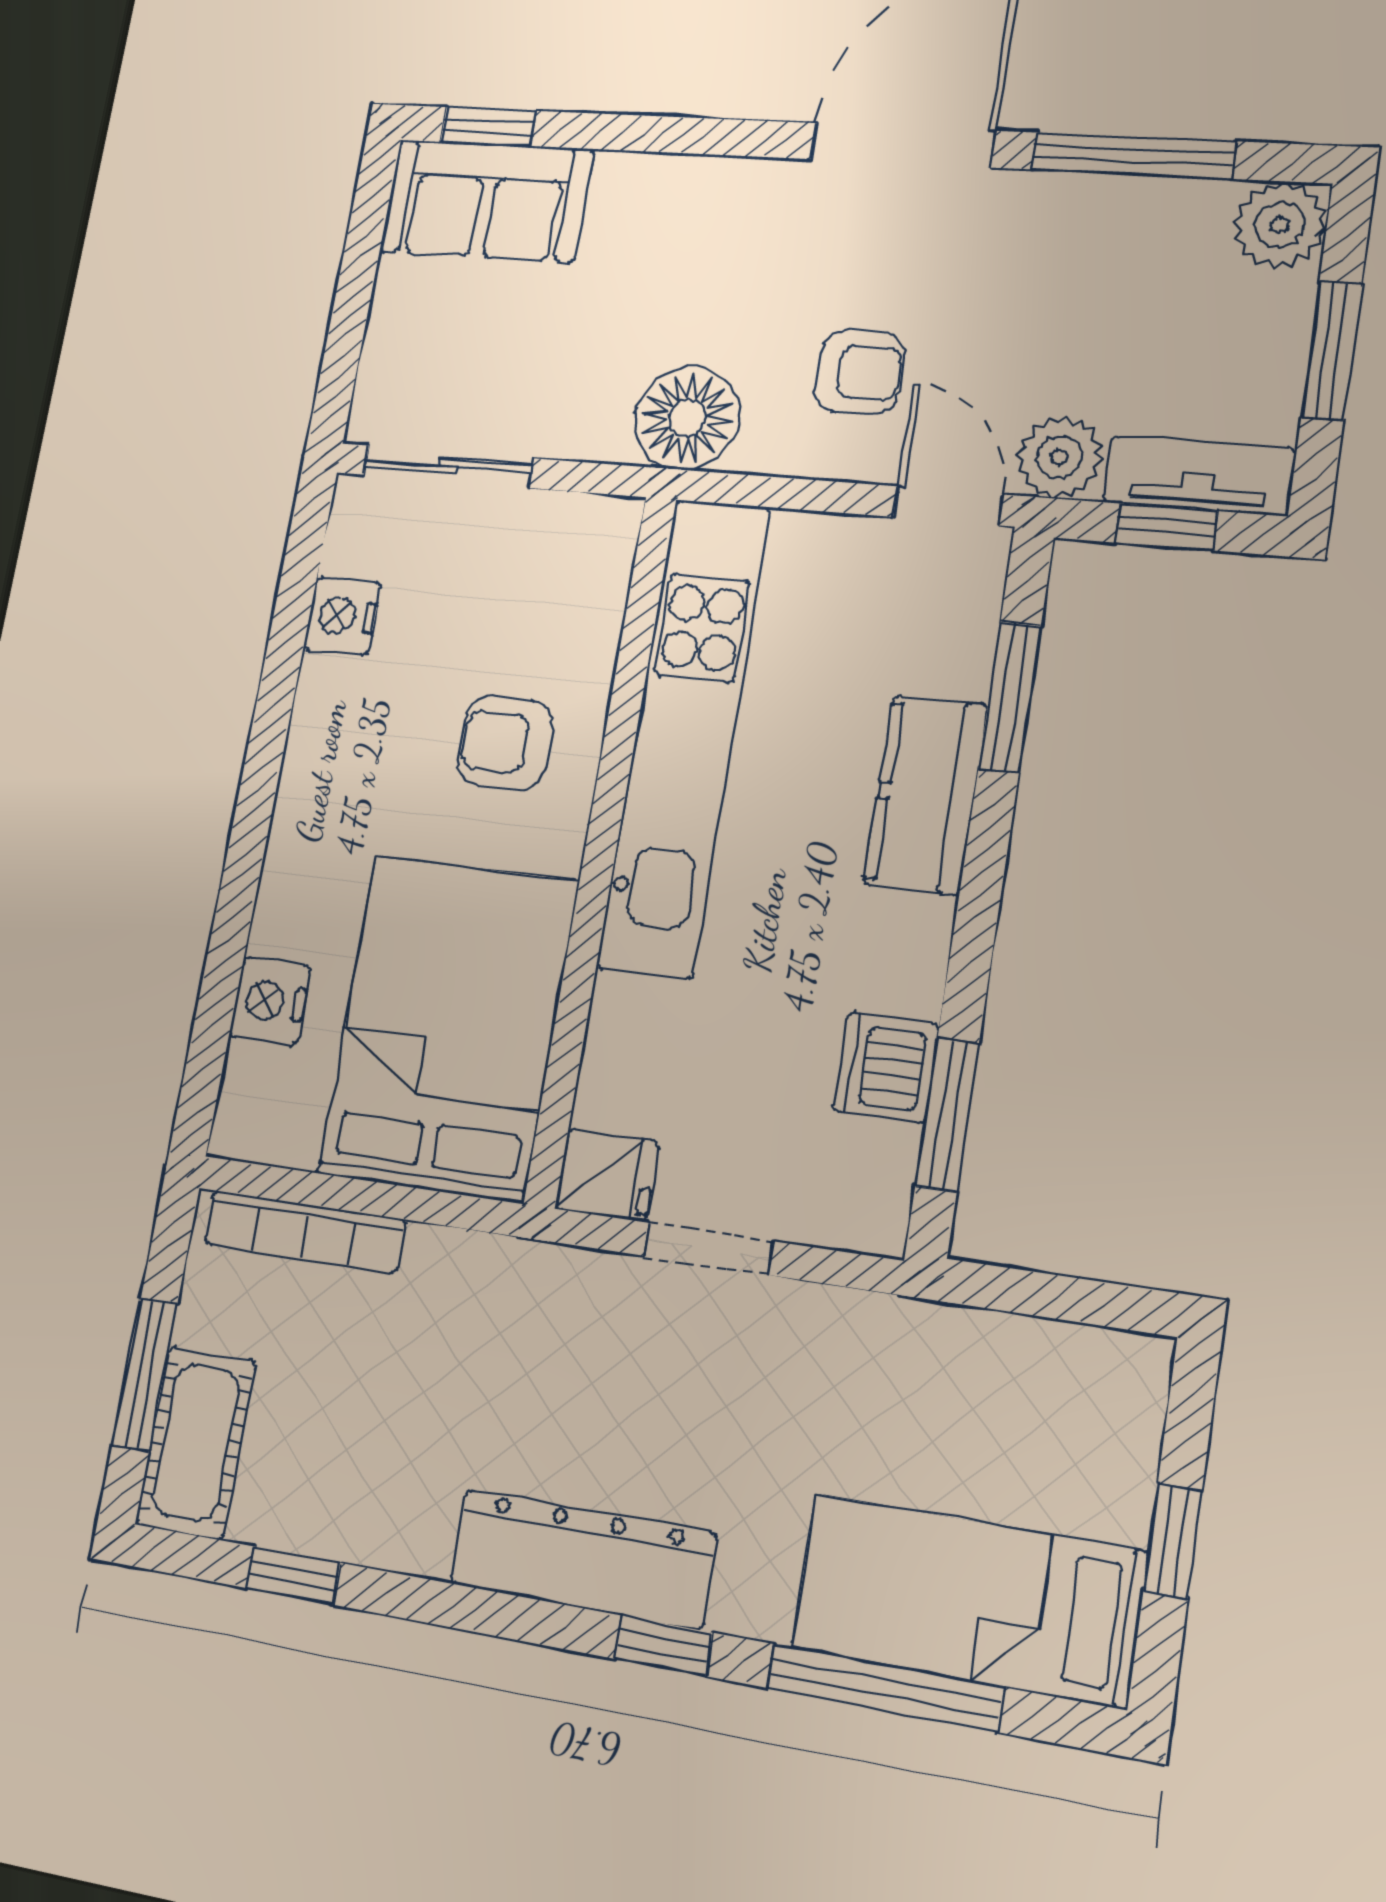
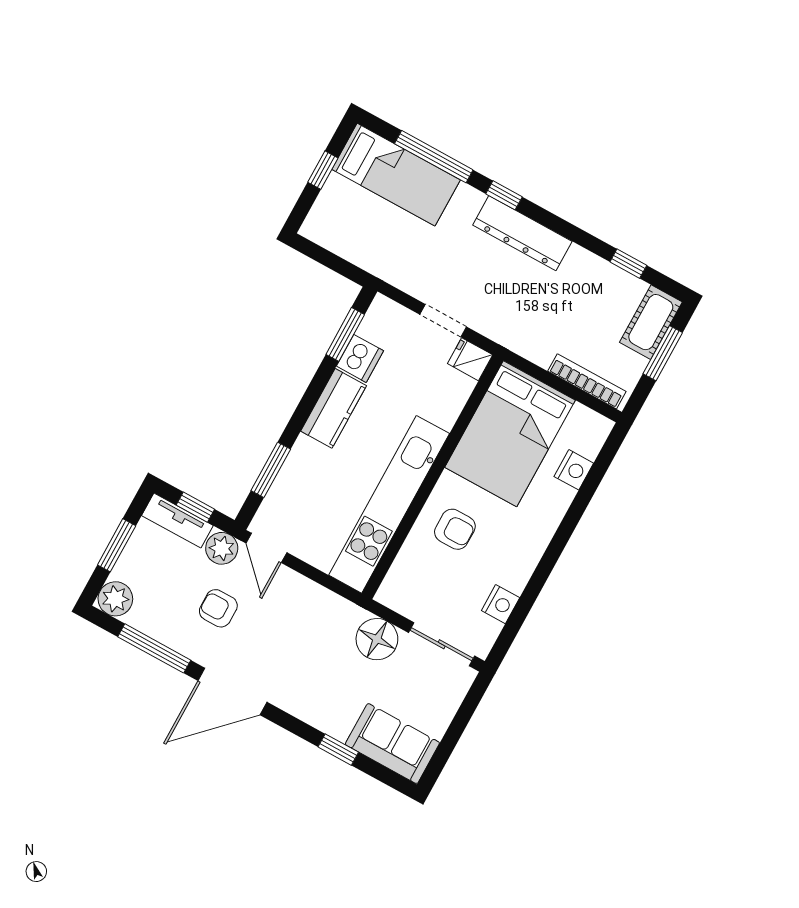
window: (488, 126) -> (338, 750), moved
armchair: (859, 372) -> (218, 608), moved
floor lamp: (687, 418) -> (377, 639), moved
kitchen counter: (926, 795) -> (334, 408), moved

